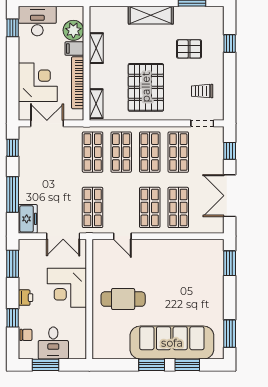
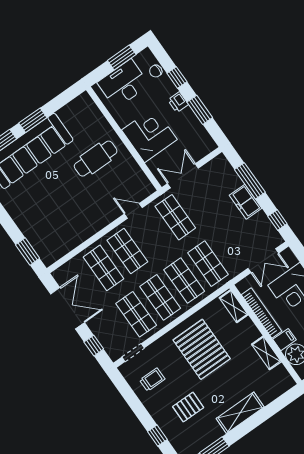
freezer: (28, 219) -> (246, 202), moved
window: (13, 264) -> (200, 110), moved
desk: (53, 343) -> (123, 84), width x1.37

